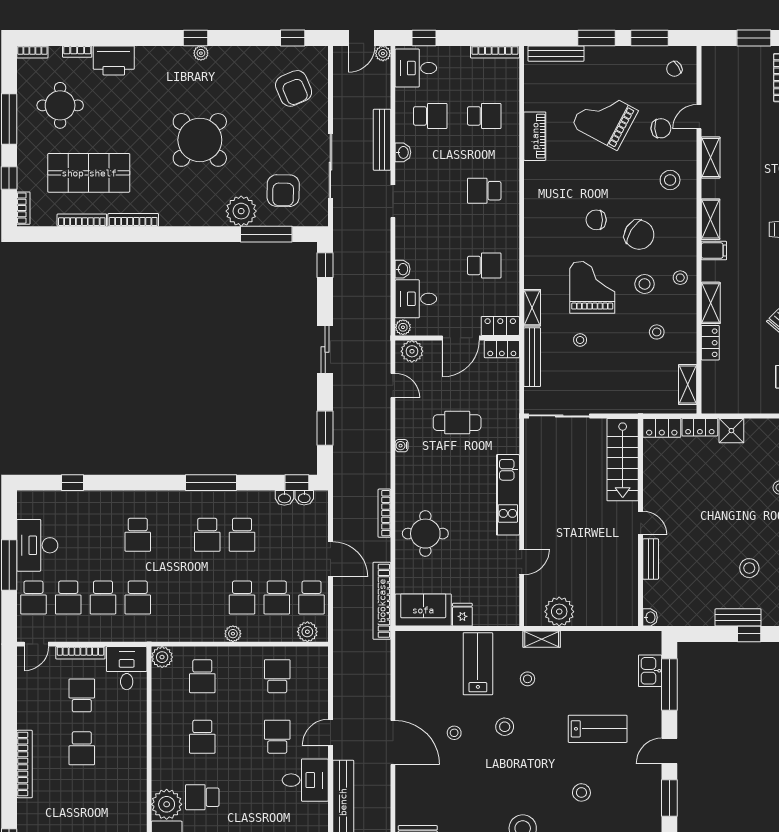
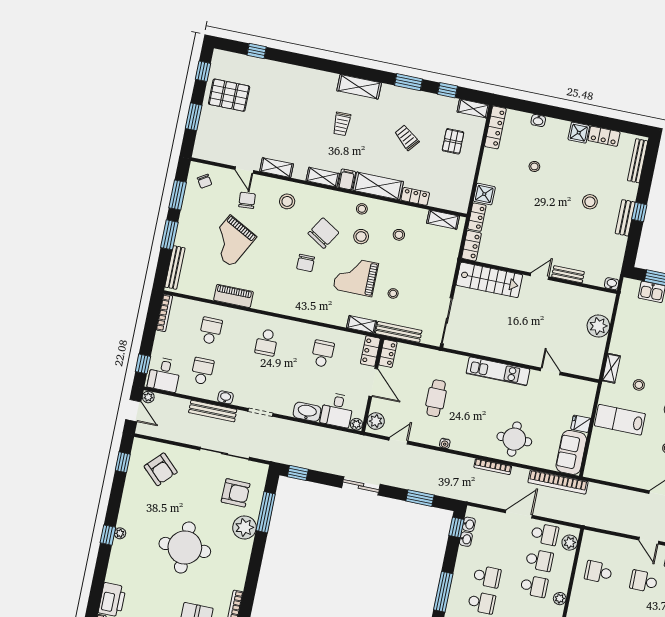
armchair: (294, 88) -> (161, 469), turned 67
round table: (200, 140) -> (185, 547), turned 45
washbasin: (403, 269) -> (307, 412), width x1.91, depth x1.45
shelving: (711, 303) -> (378, 186), width x1.50, depth x1.33
plant: (559, 612) -> (598, 326), moved

